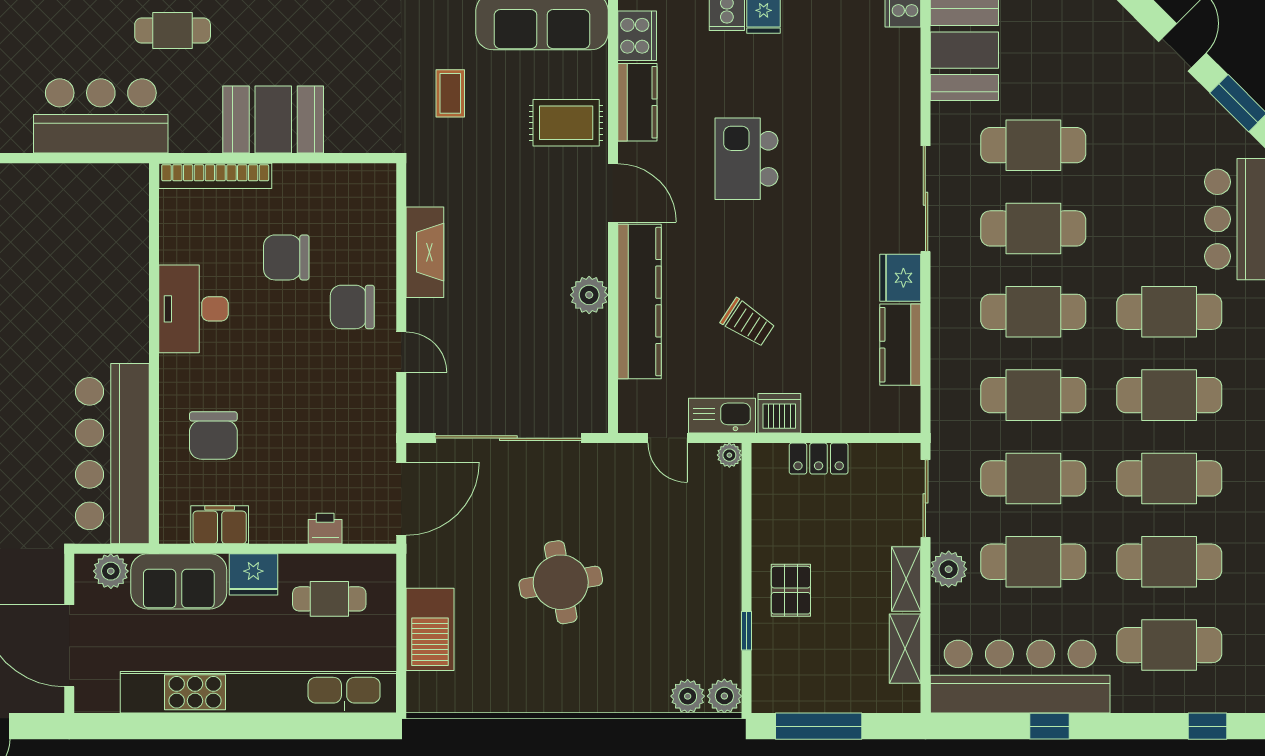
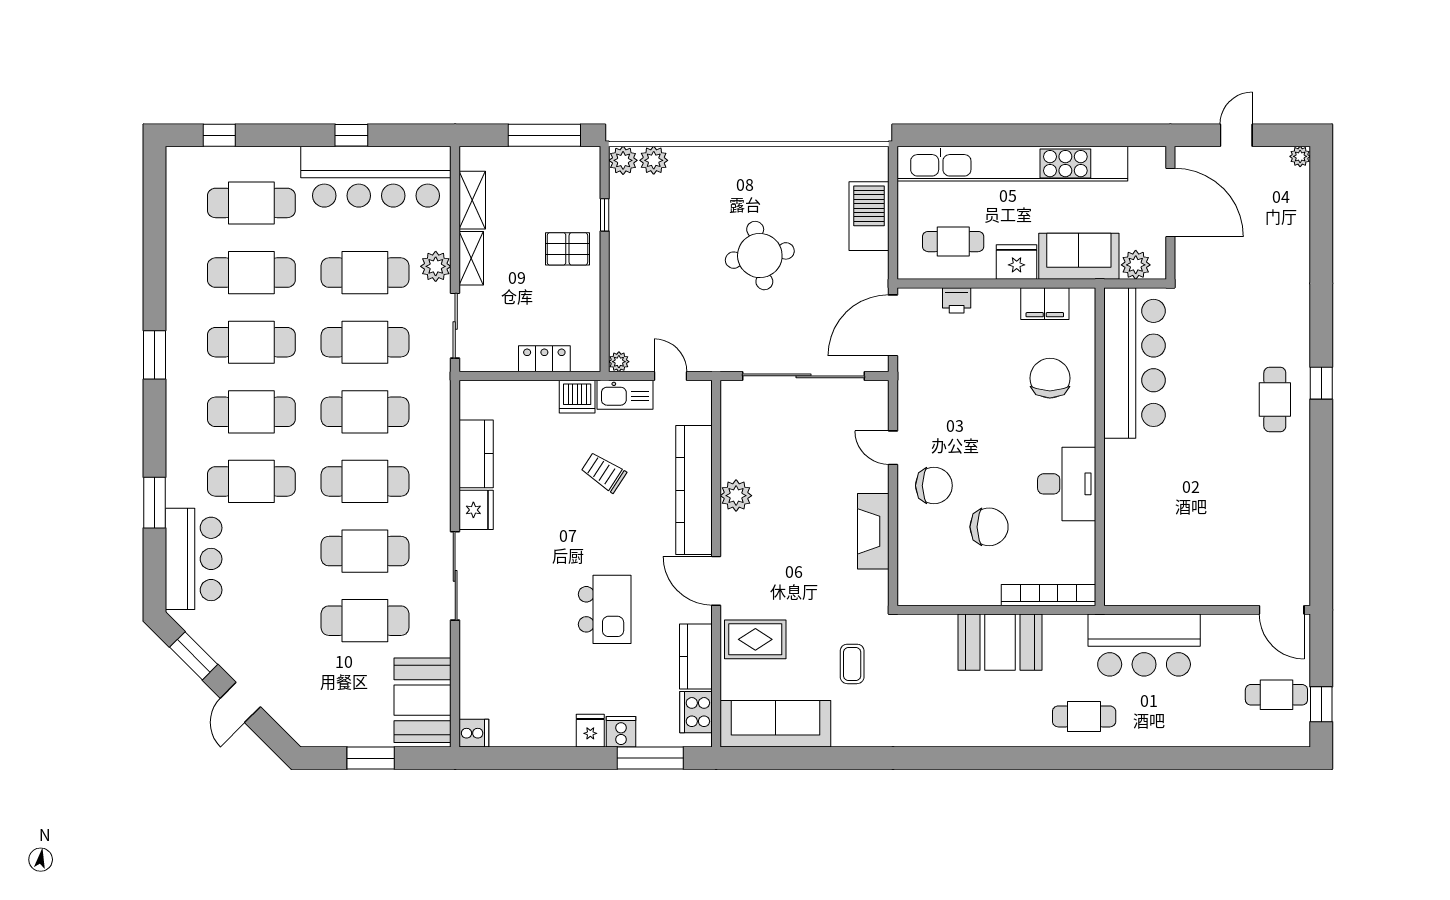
pallet: (791, 590) -> (567, 249), turned 90

